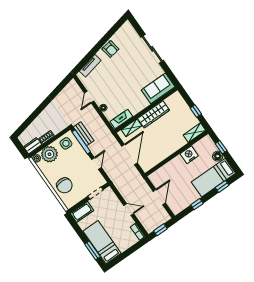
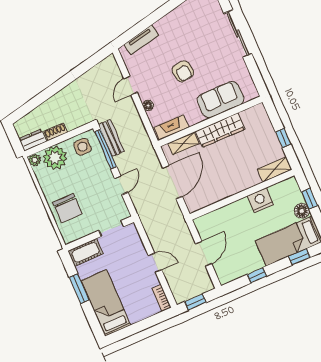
armchair: (110, 49) -> (183, 71), moved
sofa: (158, 88) -> (220, 100), moved
window: (92, 250) -> (79, 289), moved

